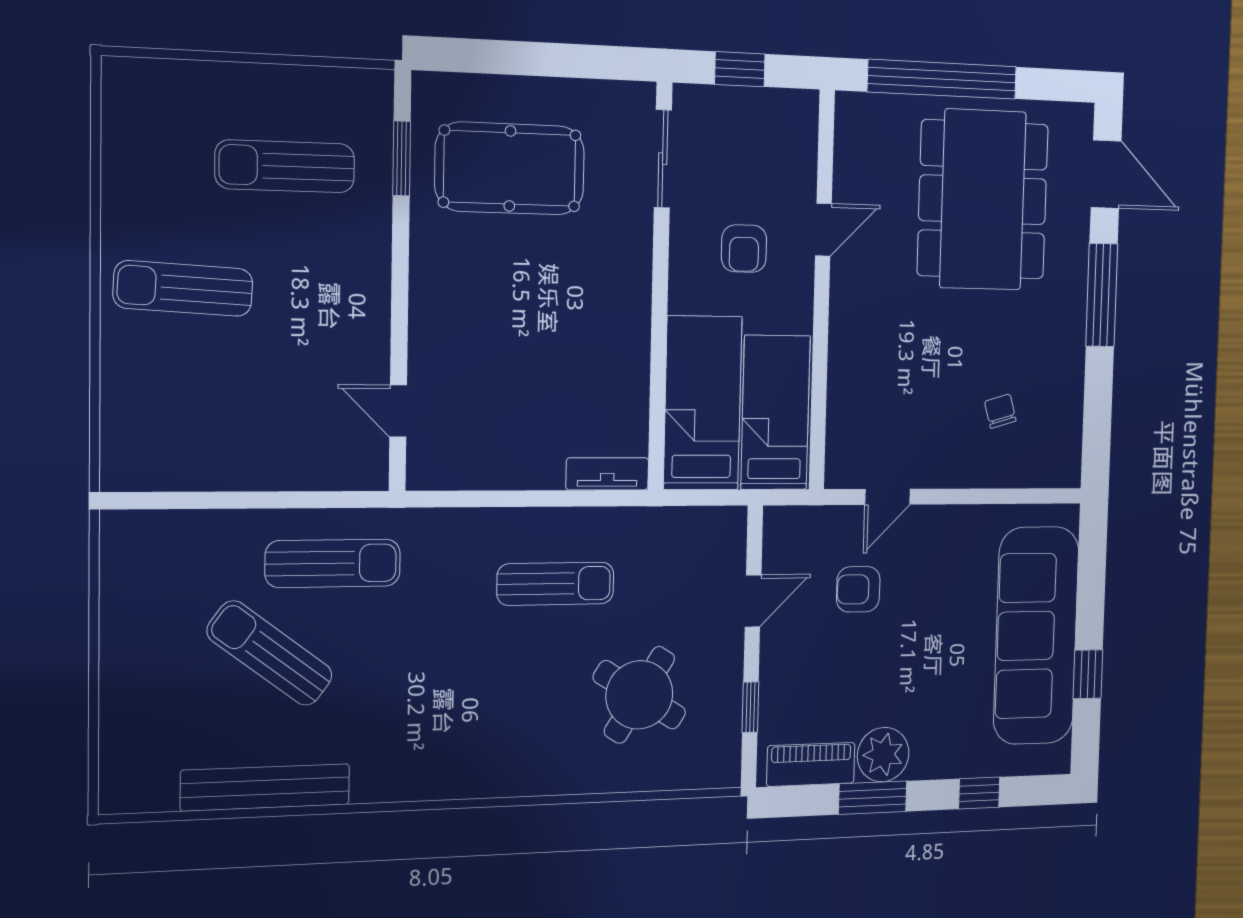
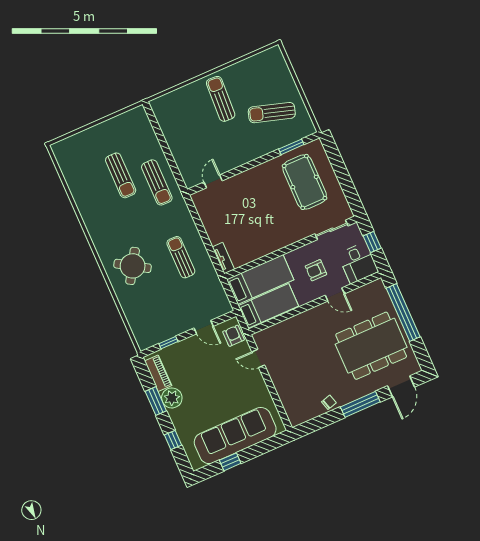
desk: (774, 131) -> (358, 263), added
sun lounger: (285, 166) -> (272, 113), turned -73
chair: (1000, 411) -> (329, 402), moved
sun lounger: (556, 584) -> (181, 257), turned 180
armchair: (858, 589) -> (234, 336), moved
sun lounger: (270, 653) -> (121, 175), turned 143
round table: (639, 695) -> (133, 266), moved
bench: (265, 787) -> (78, 193), removed

